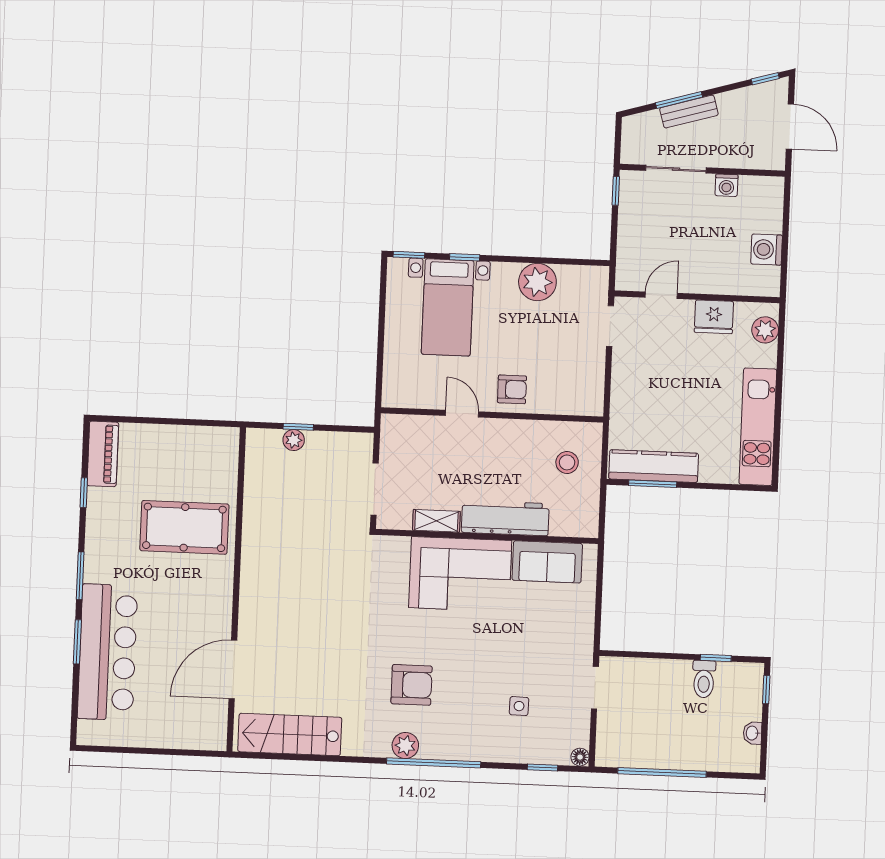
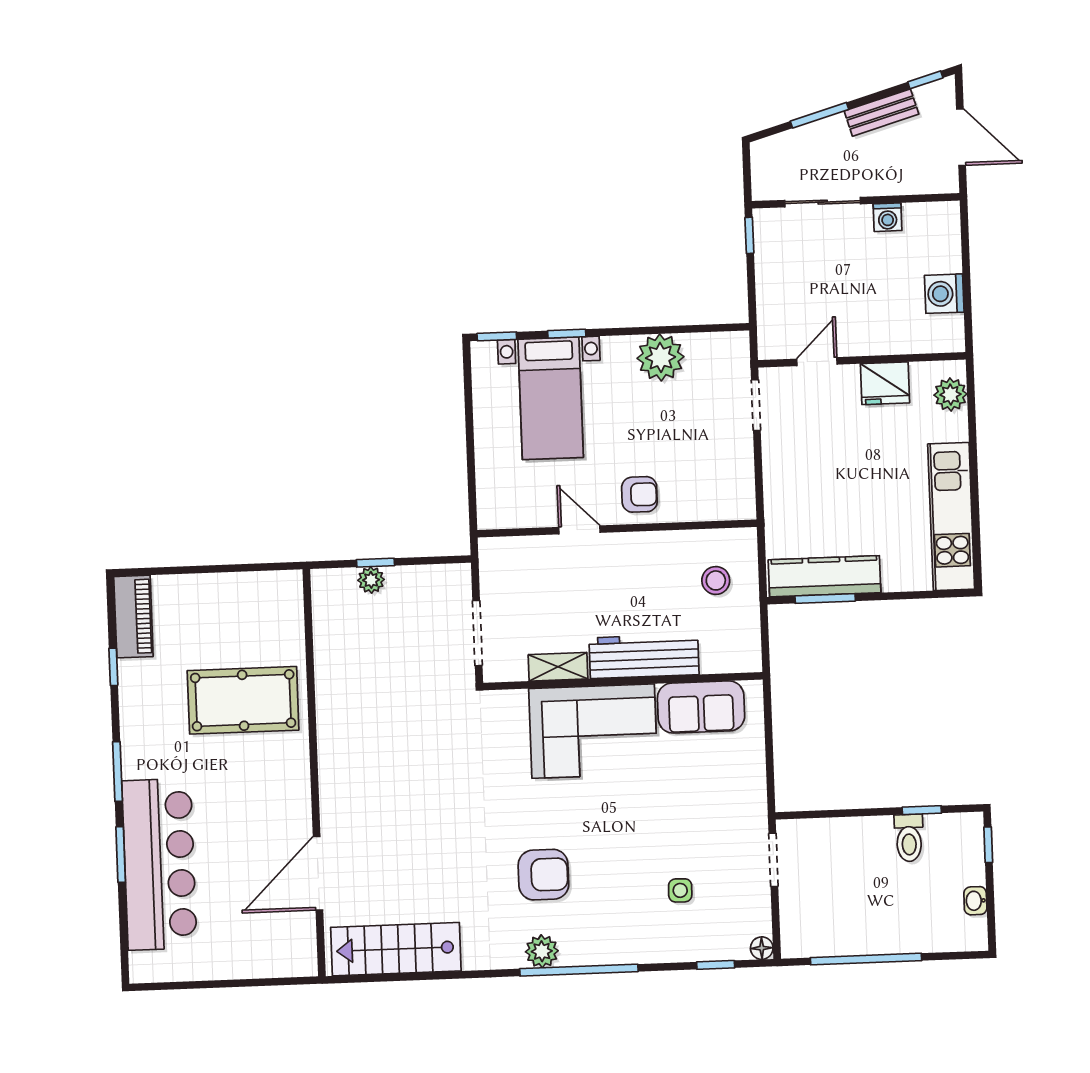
bench: (689, 112) -> (881, 113), moved

